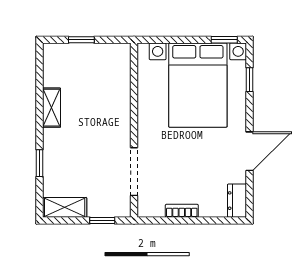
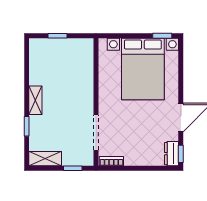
window: (250, 80) -> (181, 154), moved
shelving: (51, 108) -> (35, 100), moved
bookcase: (182, 211) -> (111, 161), moved

